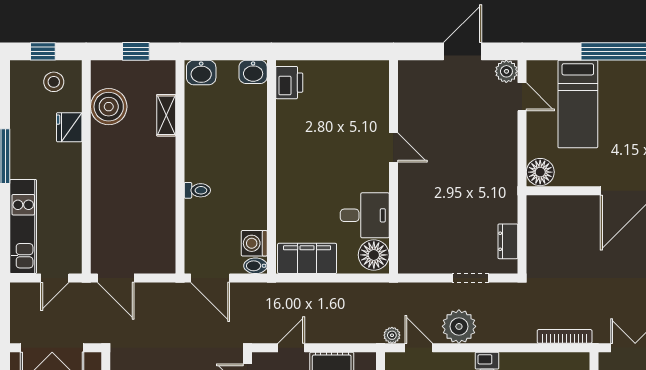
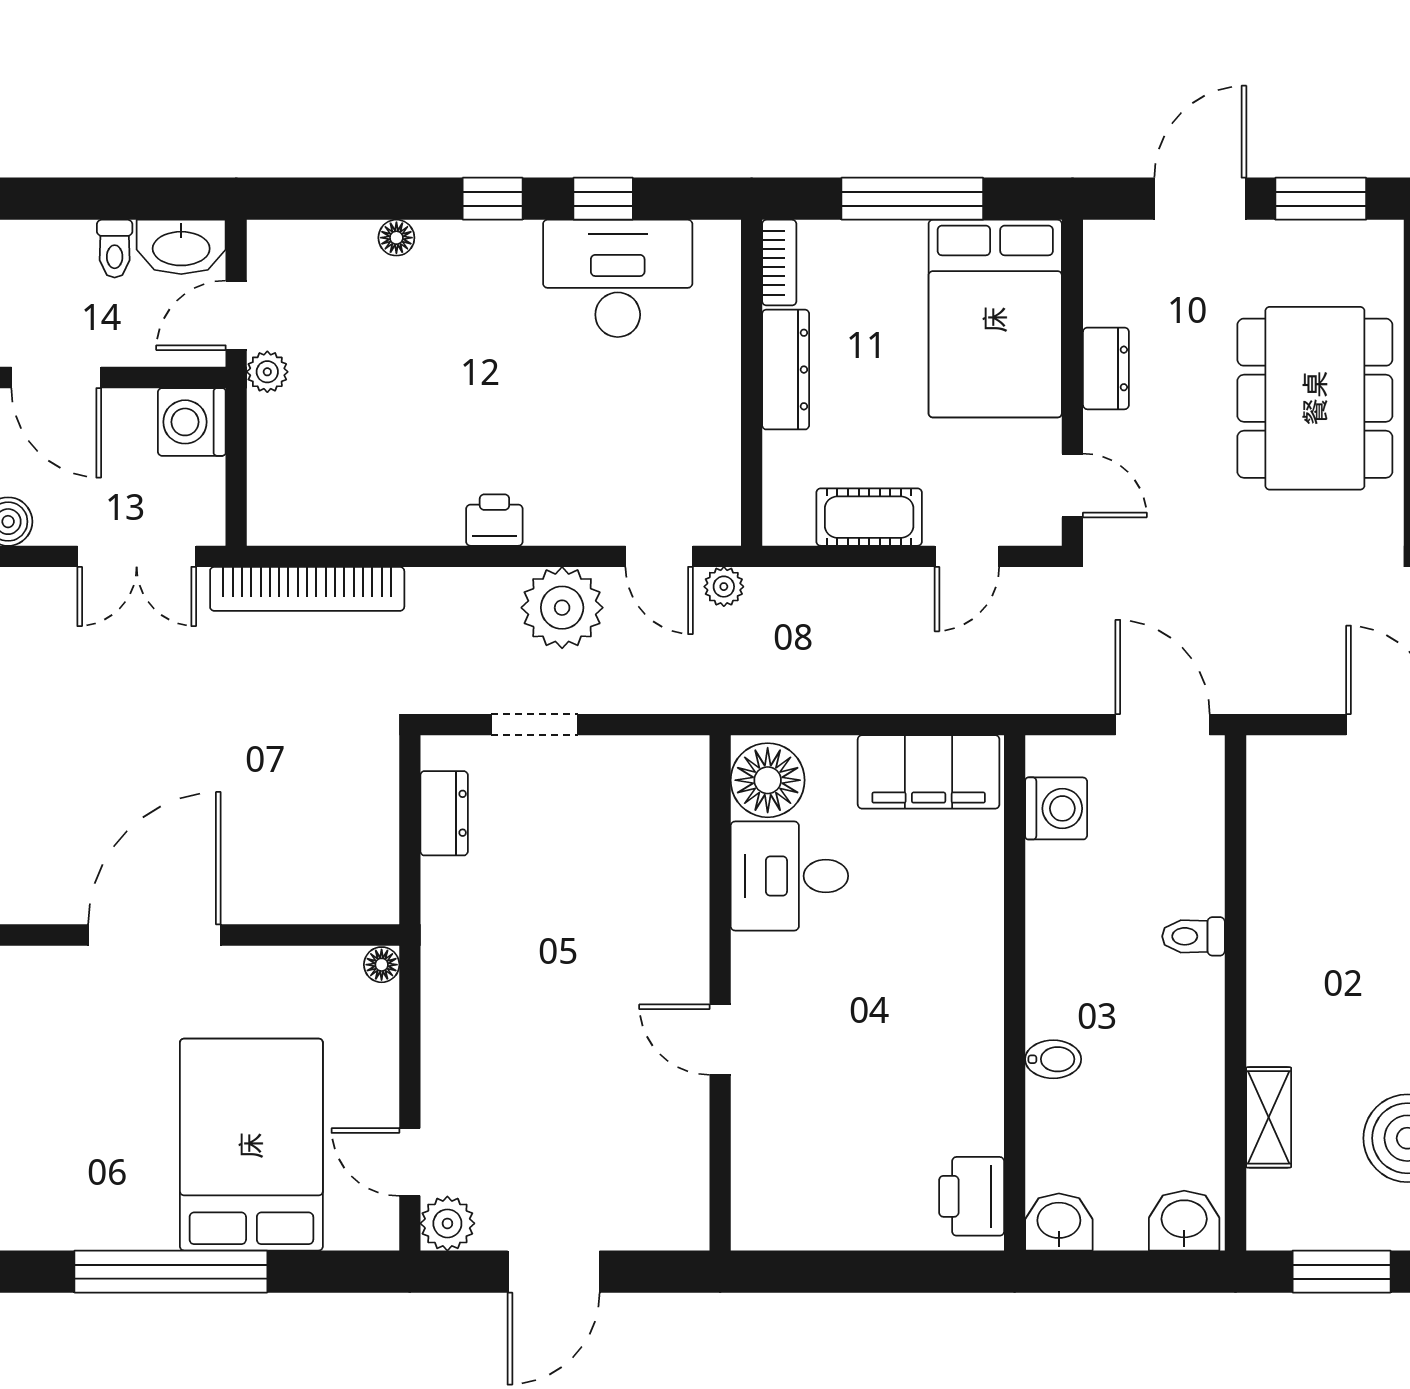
window: (136, 51) -> (1342, 1272), width x1.50
bed: (578, 104) -> (251, 1145), width x1.50
floor lamp: (540, 172) -> (382, 965), width x0.53, depth x0.53
bidet: (255, 266) -> (1053, 1059), moved
bookcase: (565, 336) -> (307, 589), width x1.48, depth x1.31

